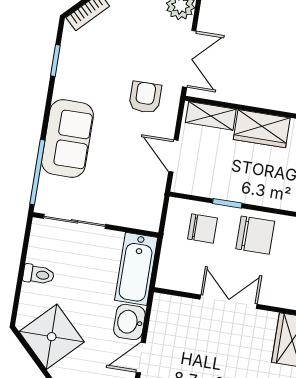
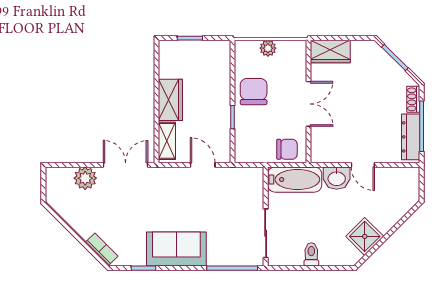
armchair: (145, 97) -> (161, 194), removed
sofa: (67, 138) -> (176, 249), moved
door: (173, 156) -> (203, 165), swing flipped
chair: (203, 228) -> (287, 149), moved, turned 90
double door: (229, 302) -> (309, 104), swing flipped
shower: (52, 337) -> (365, 236), width x0.73, depth x0.73

